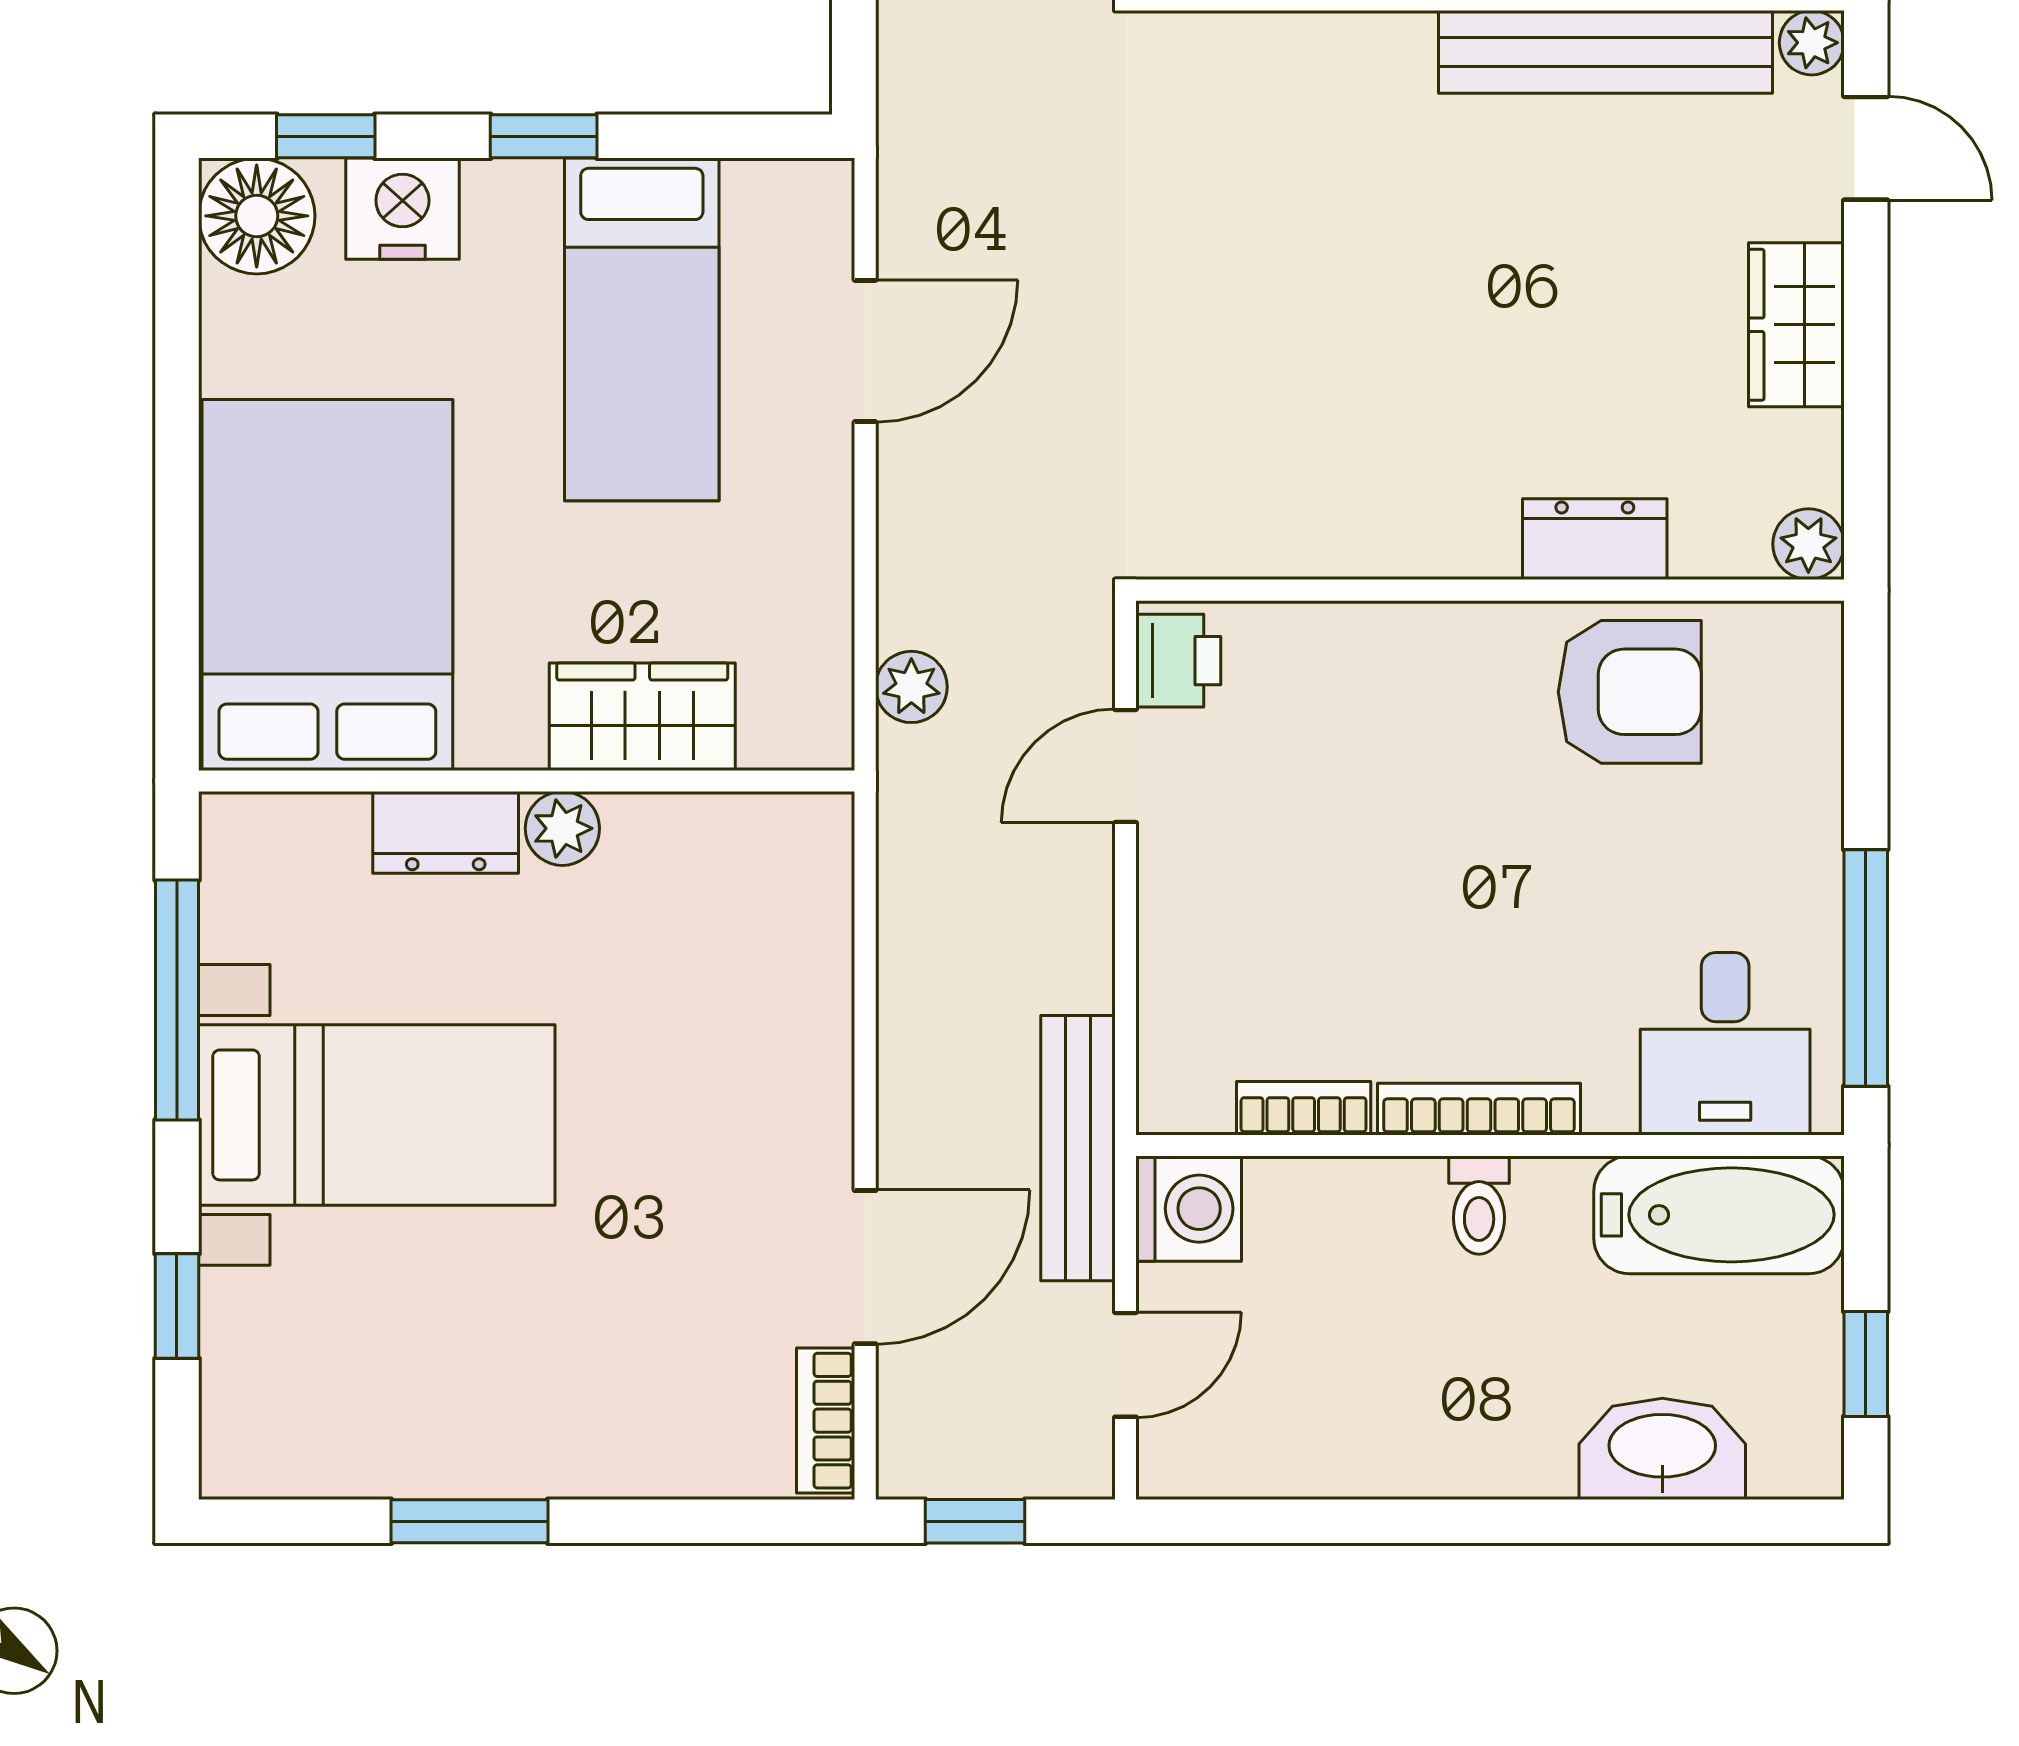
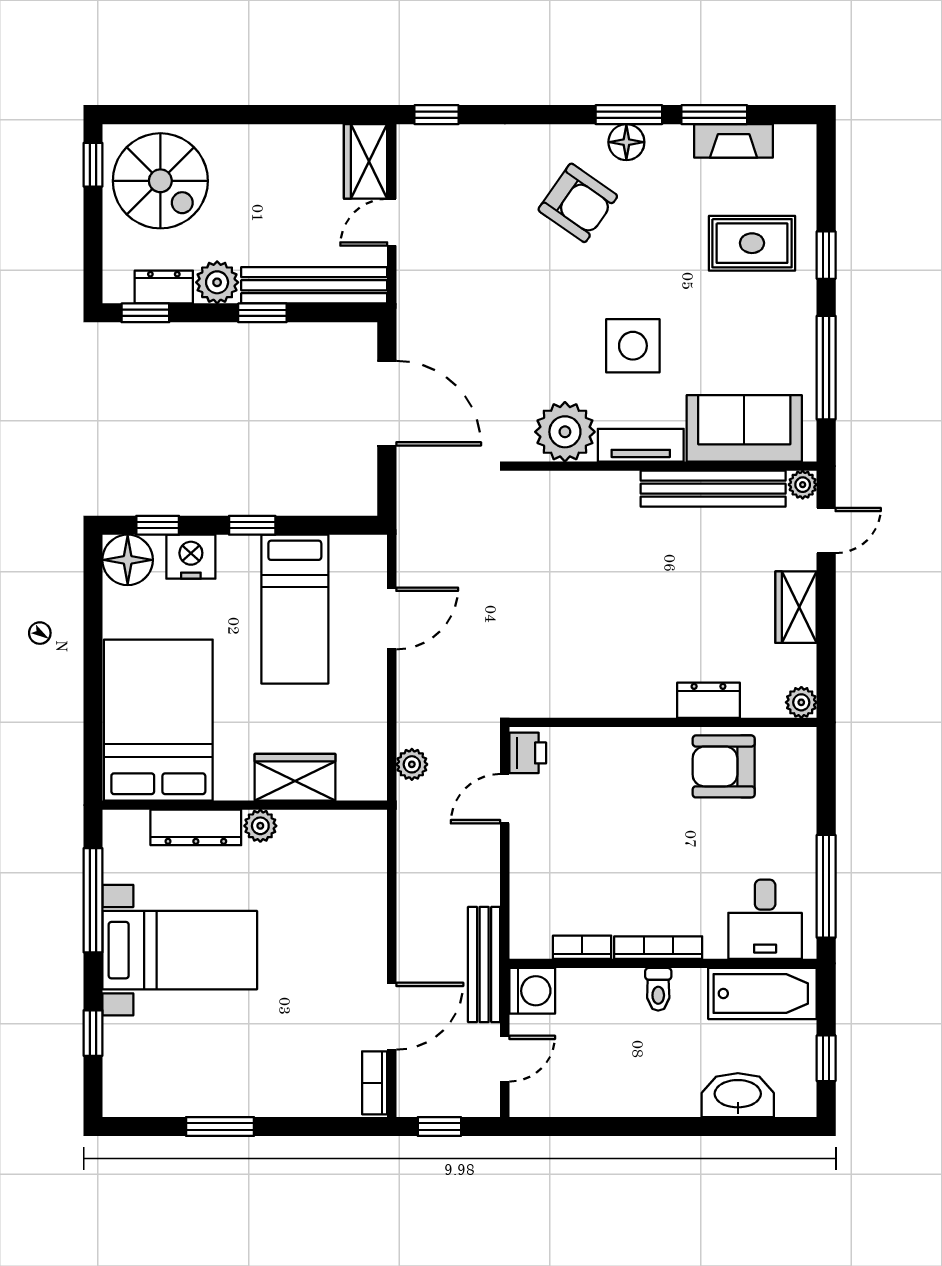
door: (1866, 148) -> (826, 530), hinge flipped
armchair: (1630, 692) -> (724, 766), turned 180
dresser: (446, 832) -> (196, 827), width x1.44

